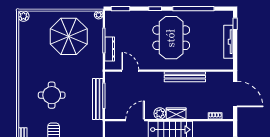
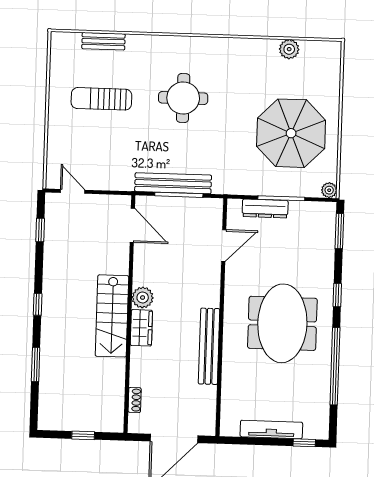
plant: (23, 16) -> (289, 49), moved
meeting table: (171, 38) -> (282, 323), turned 90
door: (135, 120) -> (132, 225), moved

